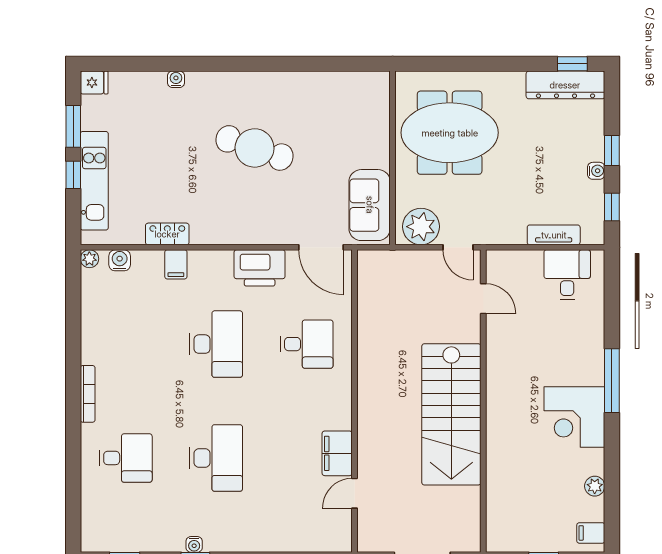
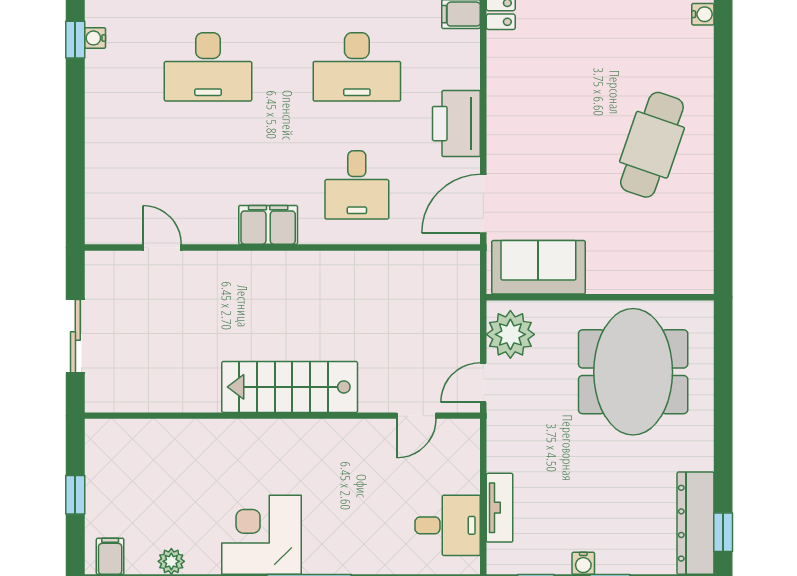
cafe table: (255, 148) -> (652, 145), moved
stairs: (451, 414) -> (290, 387), width x0.73, depth x0.66
filing cabinet: (337, 453) -> (268, 225), moved

